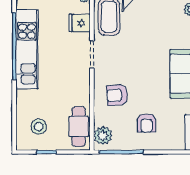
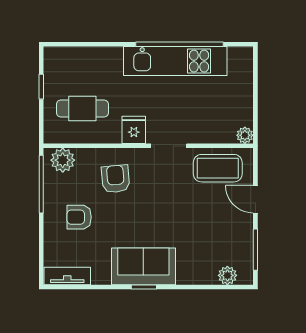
fridge: (80, 23) -> (134, 130), moved
stool: (39, 127) -> (75, 76), removed
cafe table: (79, 127) -> (82, 109), moved

